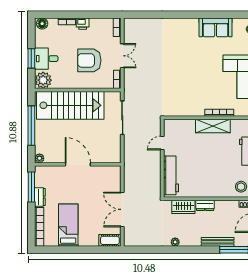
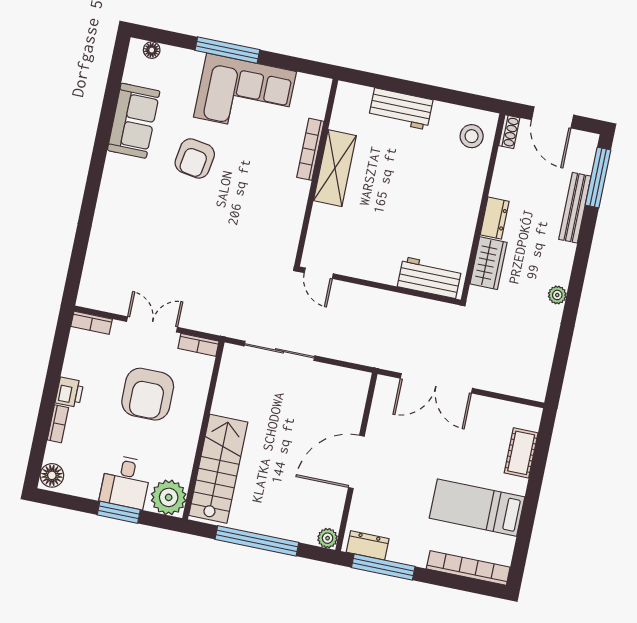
armchair: (204, 60) -> (195, 158), added
stairs: (70, 105) -> (218, 469), width x0.73, depth x0.66
door: (162, 143) -> (319, 273), moved
workbench: (171, 175) -> (429, 278), width x0.73
dresser: (40, 197) -> (368, 545), moved
double door: (122, 209) -> (436, 383), moved
cot: (110, 240) -> (521, 453), moved

